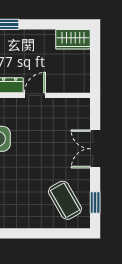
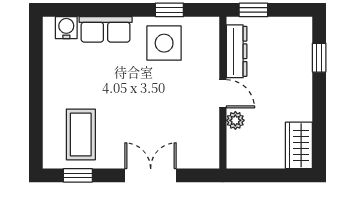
plant: (55, 86) -> (235, 120), added
coffee table: (65, 200) -> (81, 134), turned -60

